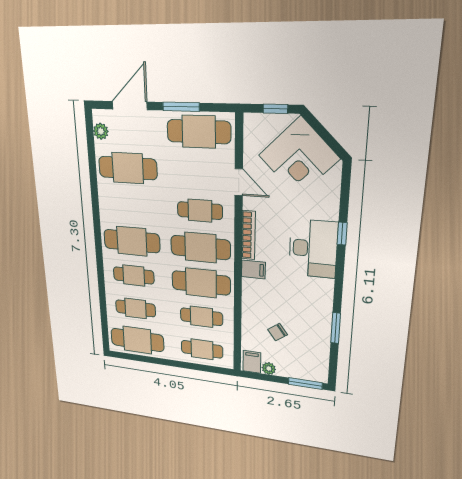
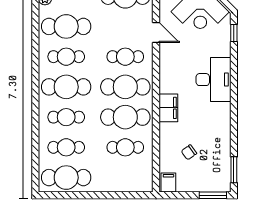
window: (342, 234) -> (234, 33), moved
bookcase: (248, 235) -> (164, 73), removed
filing cabinet: (253, 269) -> (168, 108), width x2.00
window: (336, 328) -> (234, 170), moved
cafe table: (202, 349) -> (66, 57), moved
plant: (269, 369) -> (183, 186), removed

